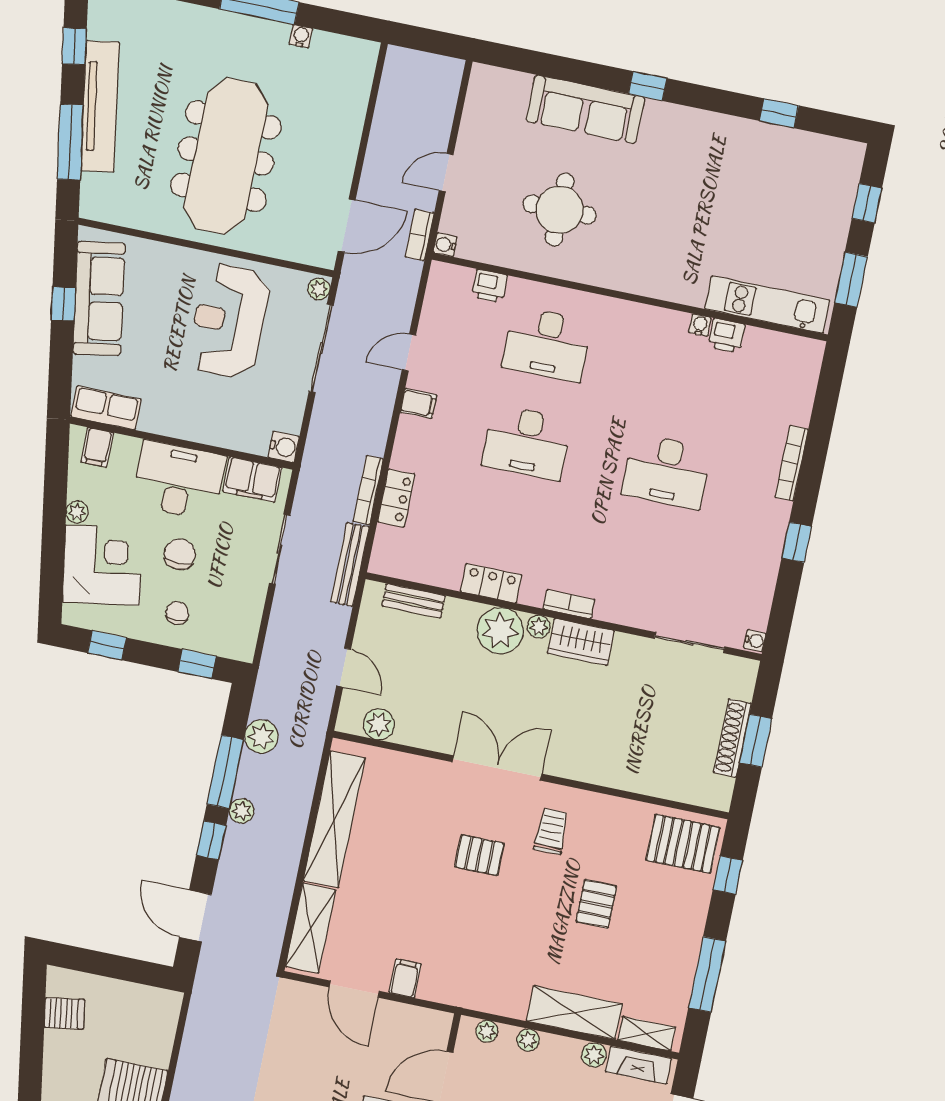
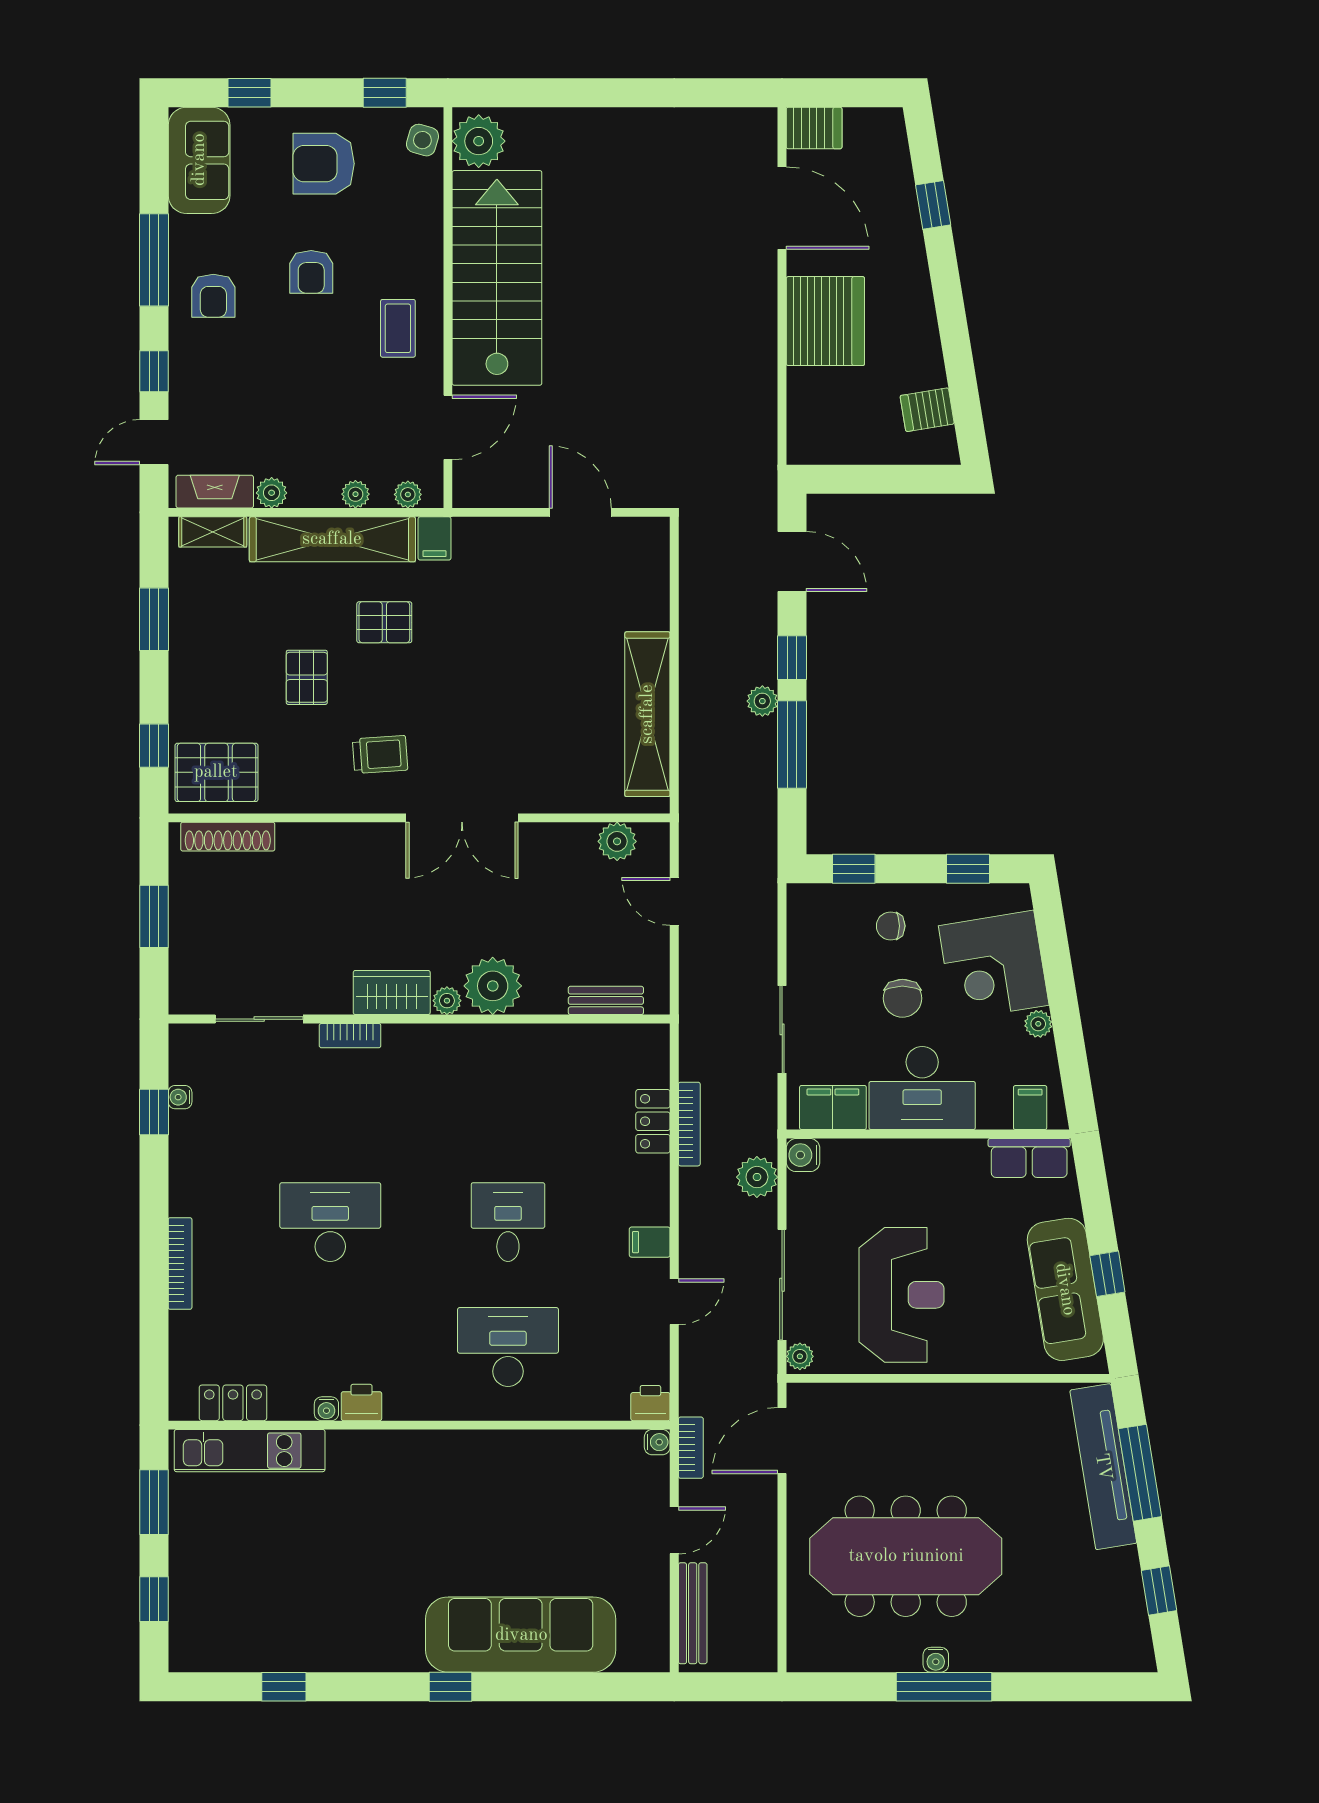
water cooler: (301, 36) -> (936, 1660), moved
tv unit: (100, 106) -> (1103, 1467), moved
sofa: (585, 109) -> (521, 1635), width x1.36, depth x1.27
meeting table: (226, 156) -> (906, 1556), moved, turned 90
round table: (560, 210) -> (527, 1514), removed
printer: (490, 286) -> (650, 1403), moved
printer: (727, 336) -> (361, 1402), moved
desk: (527, 442) -> (508, 1222), width x0.73
window: (797, 542) -> (154, 1112), moved
bench: (350, 564) -> (693, 1613), moved
locker: (491, 583) -> (233, 1403), moved, turned 180
bookcase: (569, 604) -> (350, 1036), moved
chair: (177, 613) -> (891, 926), turned 90
water cooler: (755, 641) -> (180, 1097), moved
plant: (261, 737) -> (757, 1177), moved
shoe rack: (732, 738) -> (228, 837), moved, turned 90
trolley: (551, 831) -> (380, 754), turned -94
pallet: (479, 855) -> (384, 622), moved
shelving: (311, 928) -> (649, 576), removed
window: (707, 974) -> (154, 619), width x0.69
filing cabinet: (405, 978) -> (434, 538), moved
shelving: (574, 1013) -> (332, 539), width x1.47

